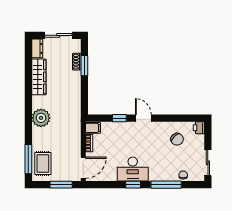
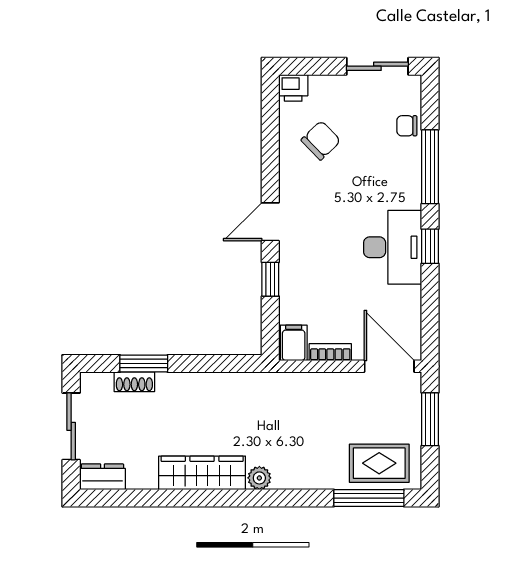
wardrobe: (39, 77) -> (202, 473), moved
plant: (41, 118) -> (259, 478), width x0.53, depth x0.53

